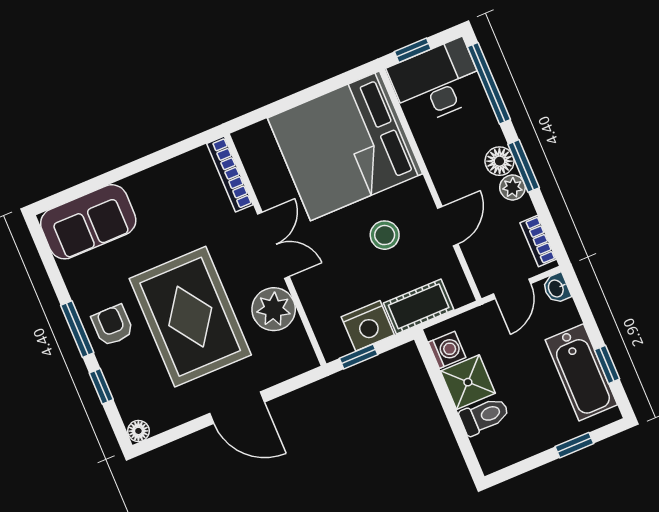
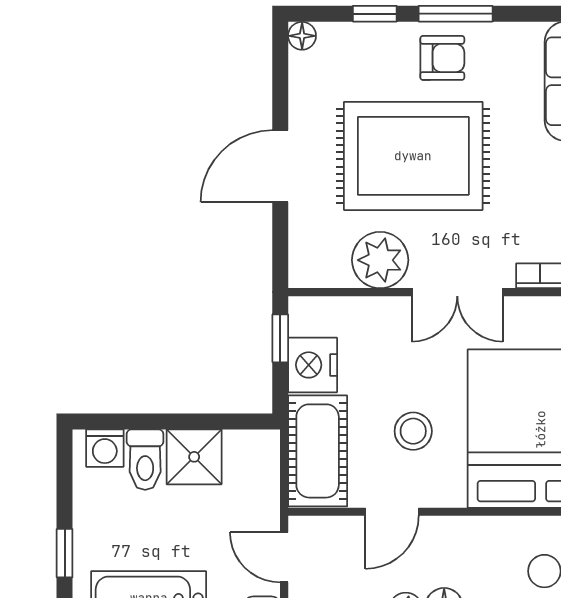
door: (448, 226) -> (392, 512), hinge flipped
cot: (419, 306) -> (318, 451), width x1.37, depth x1.34
washing machine: (447, 350) -> (105, 448), moved

